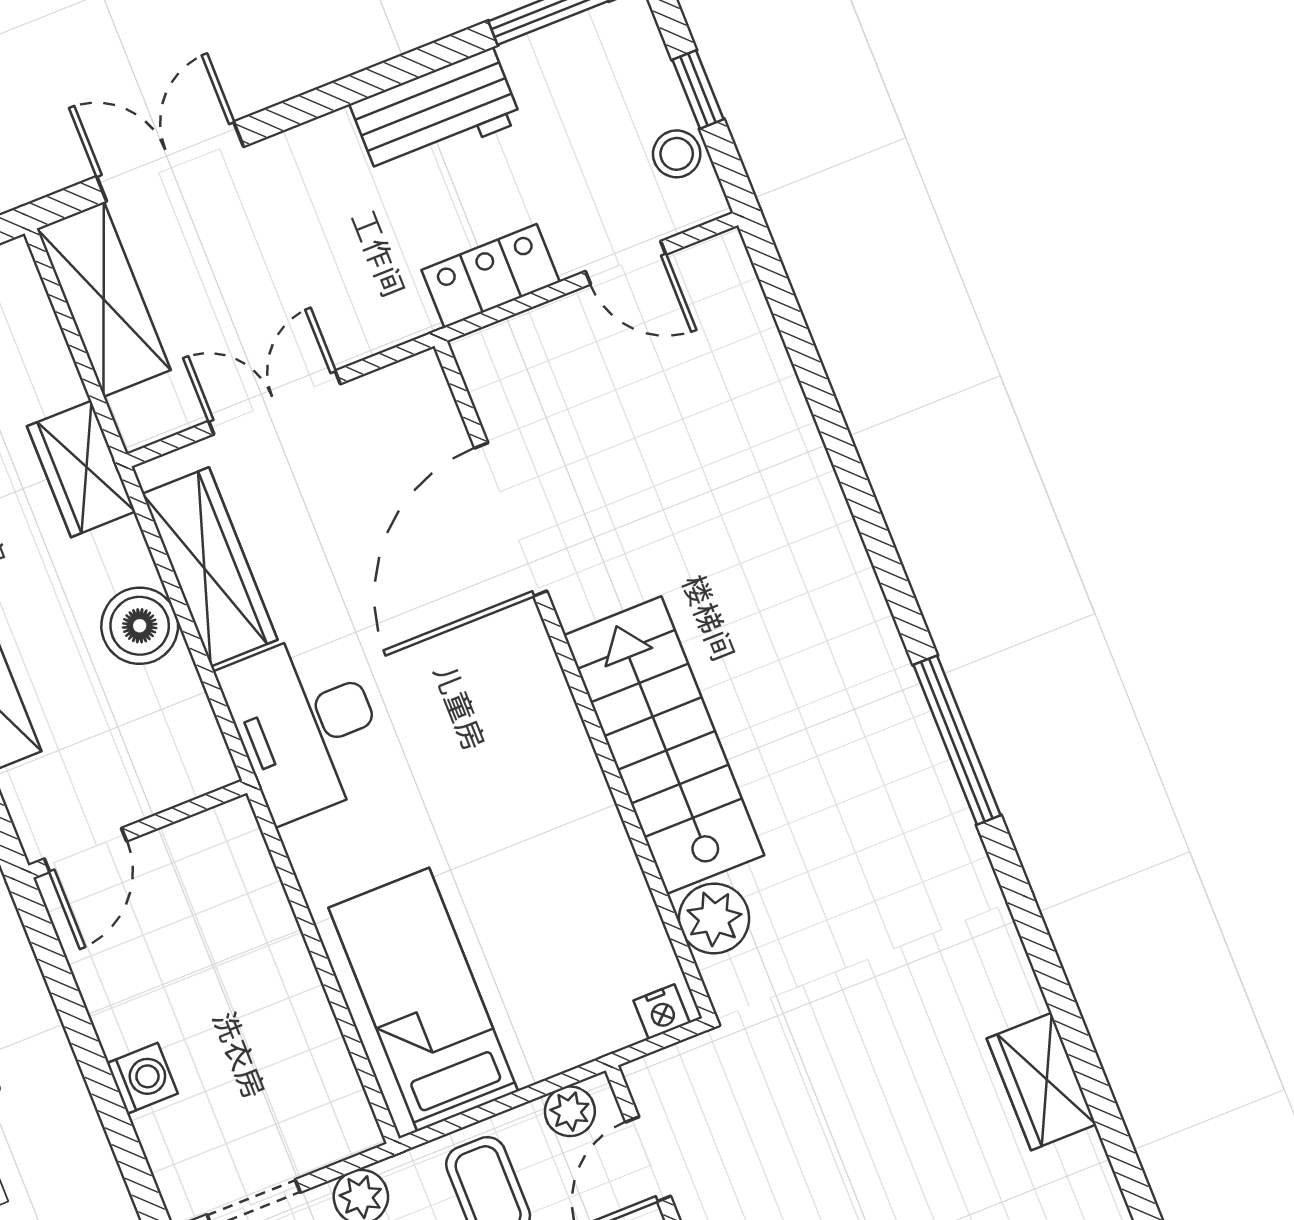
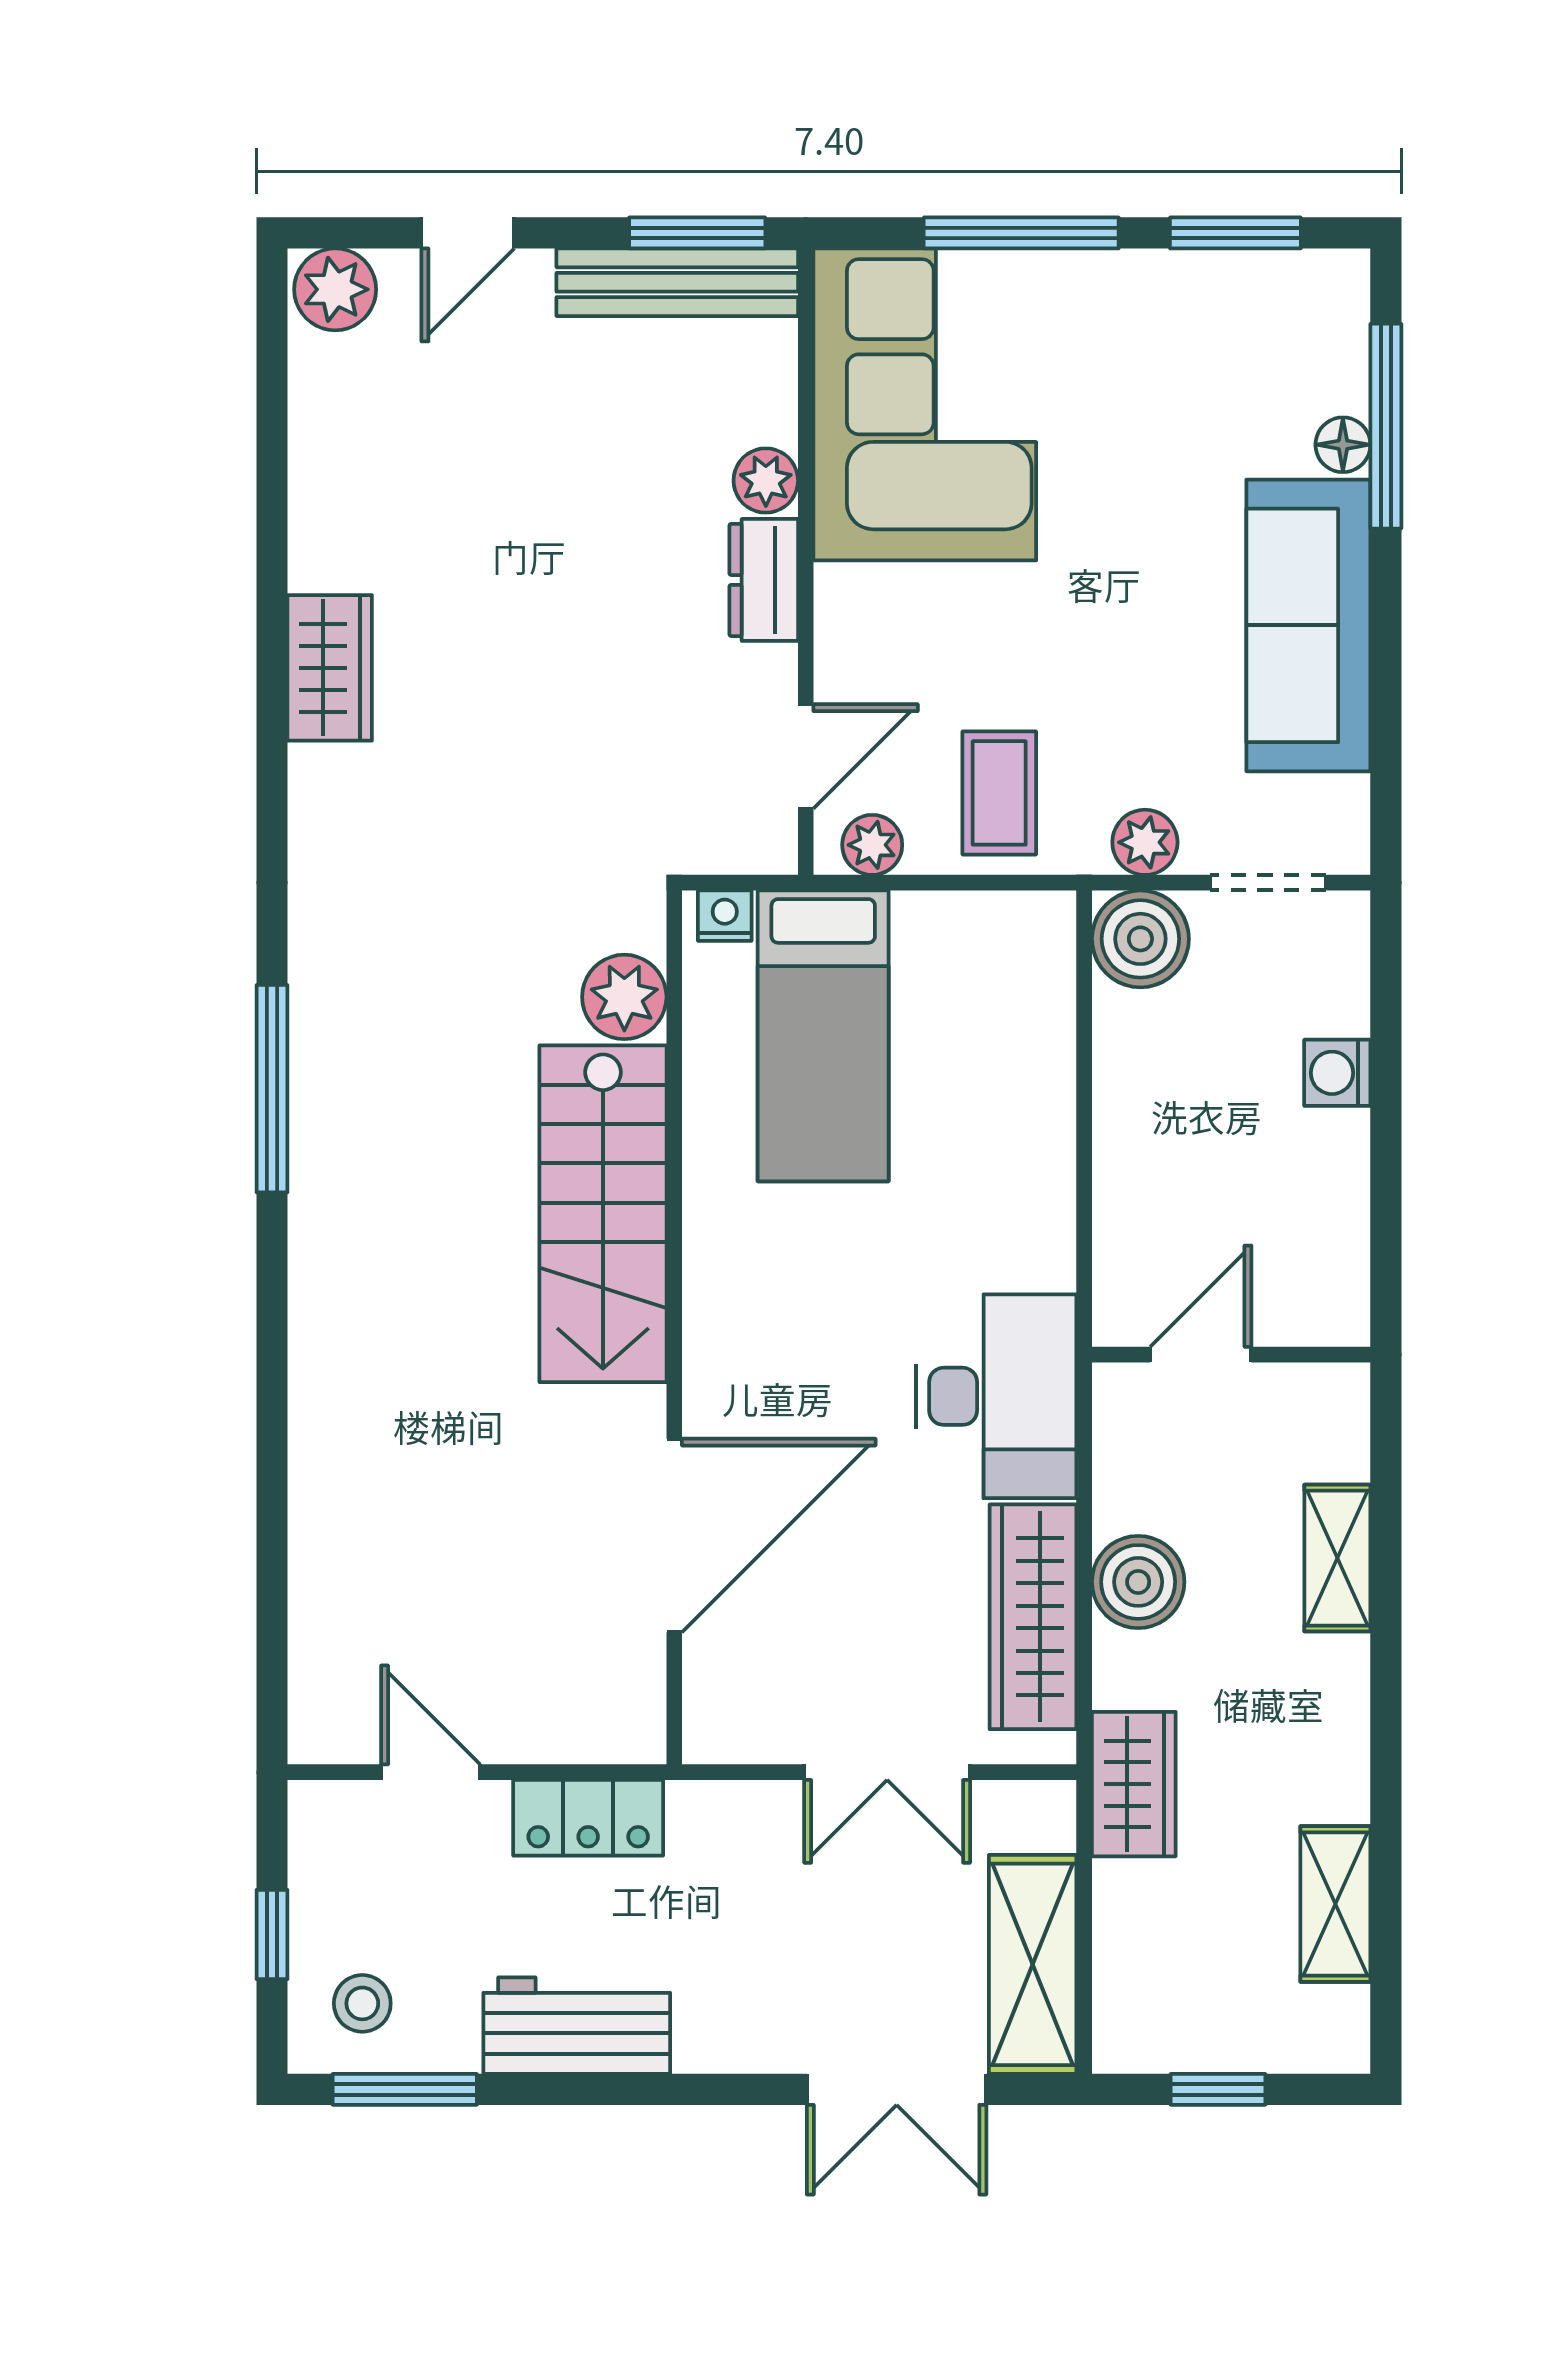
stool: (677, 154) -> (362, 2003), moved
door: (86, 850) -> (1201, 1355), moved
bed: (423, 999) -> (823, 1036), moved
boiler: (335, 1121) -> (1140, 939), added

